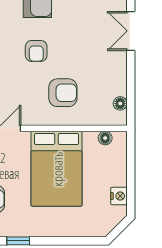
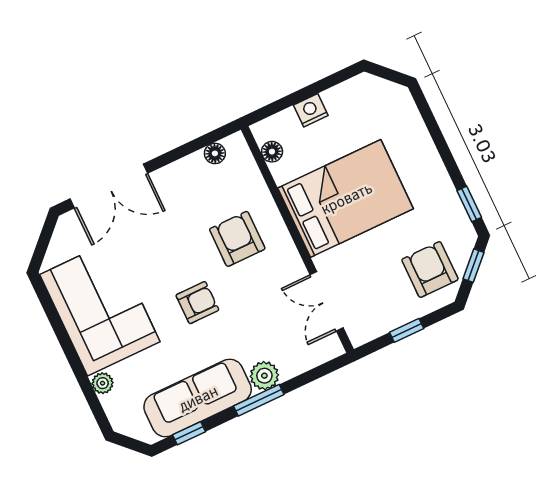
double door: (131, 31) -> (109, 186), width x1.37
nightstand: (119, 196) -> (311, 110), moved

